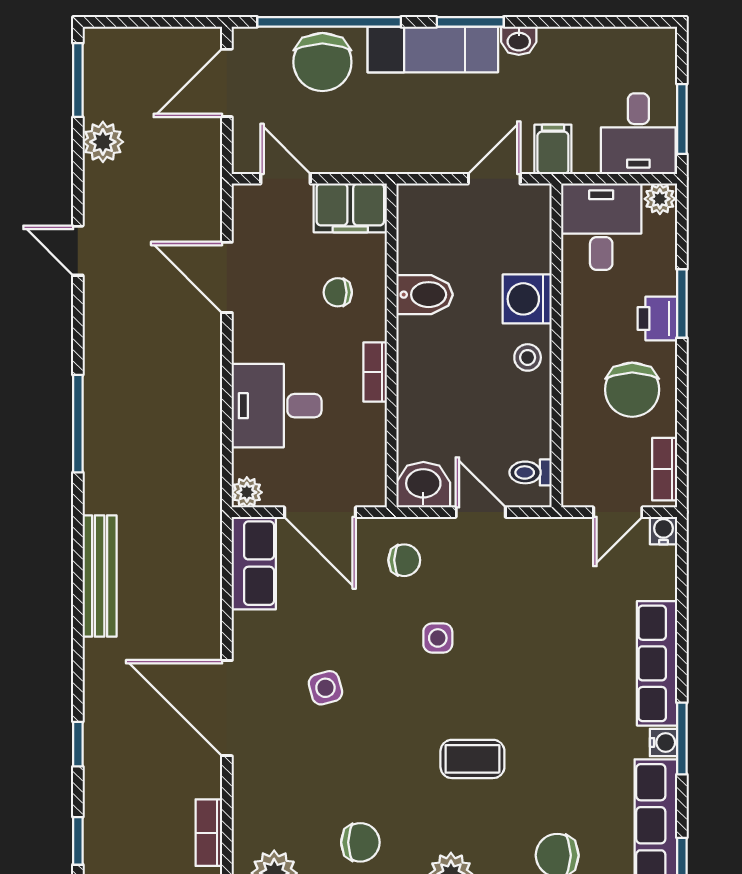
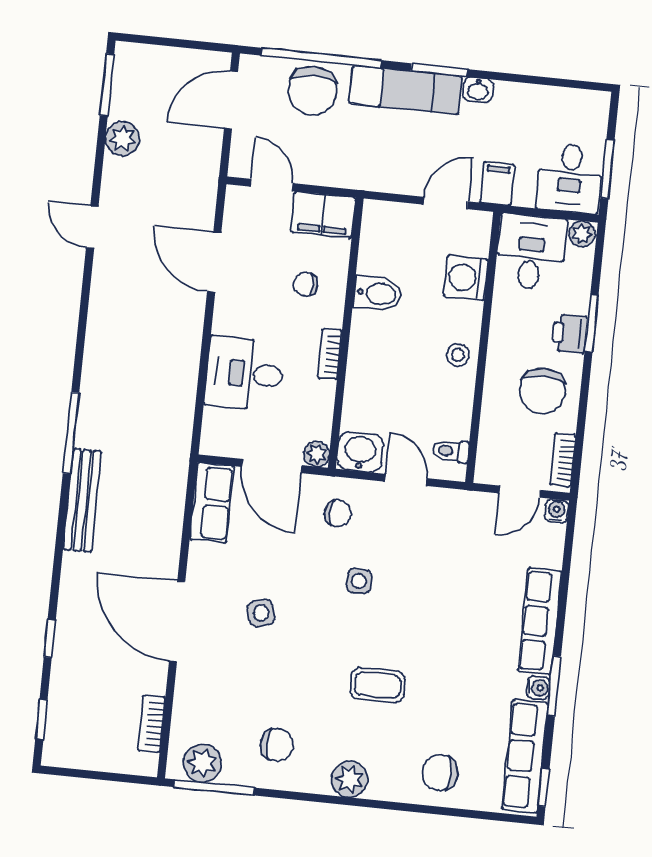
washing machine: (527, 299) -> (466, 278), moved
window: (78, 424) -> (71, 433), moved
plant: (247, 492) -> (317, 454), moved

